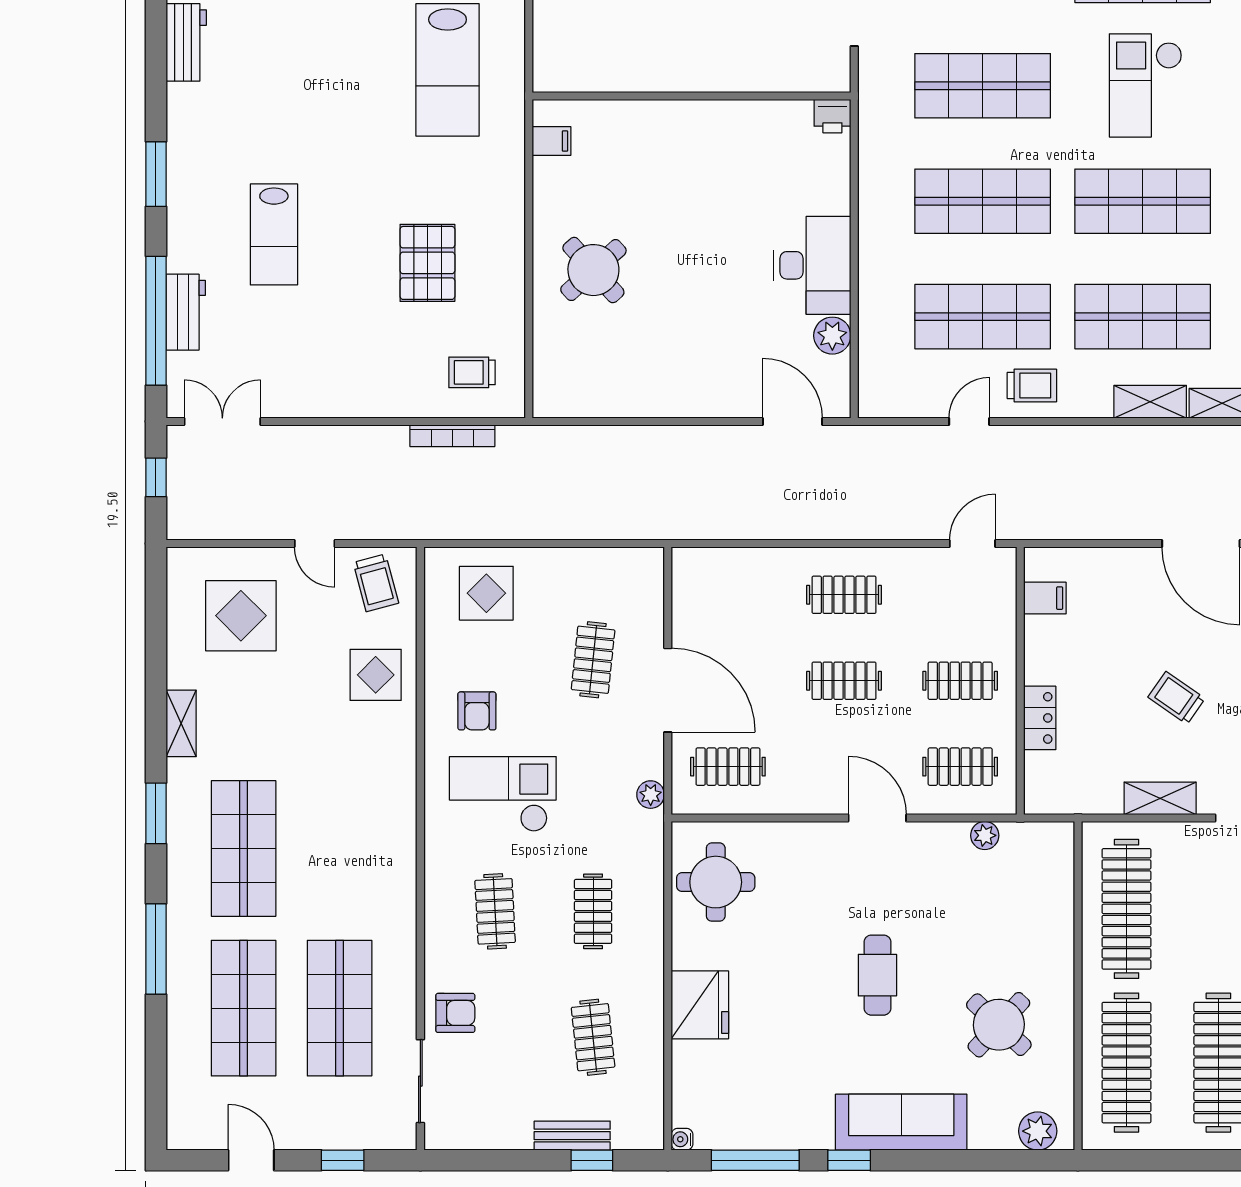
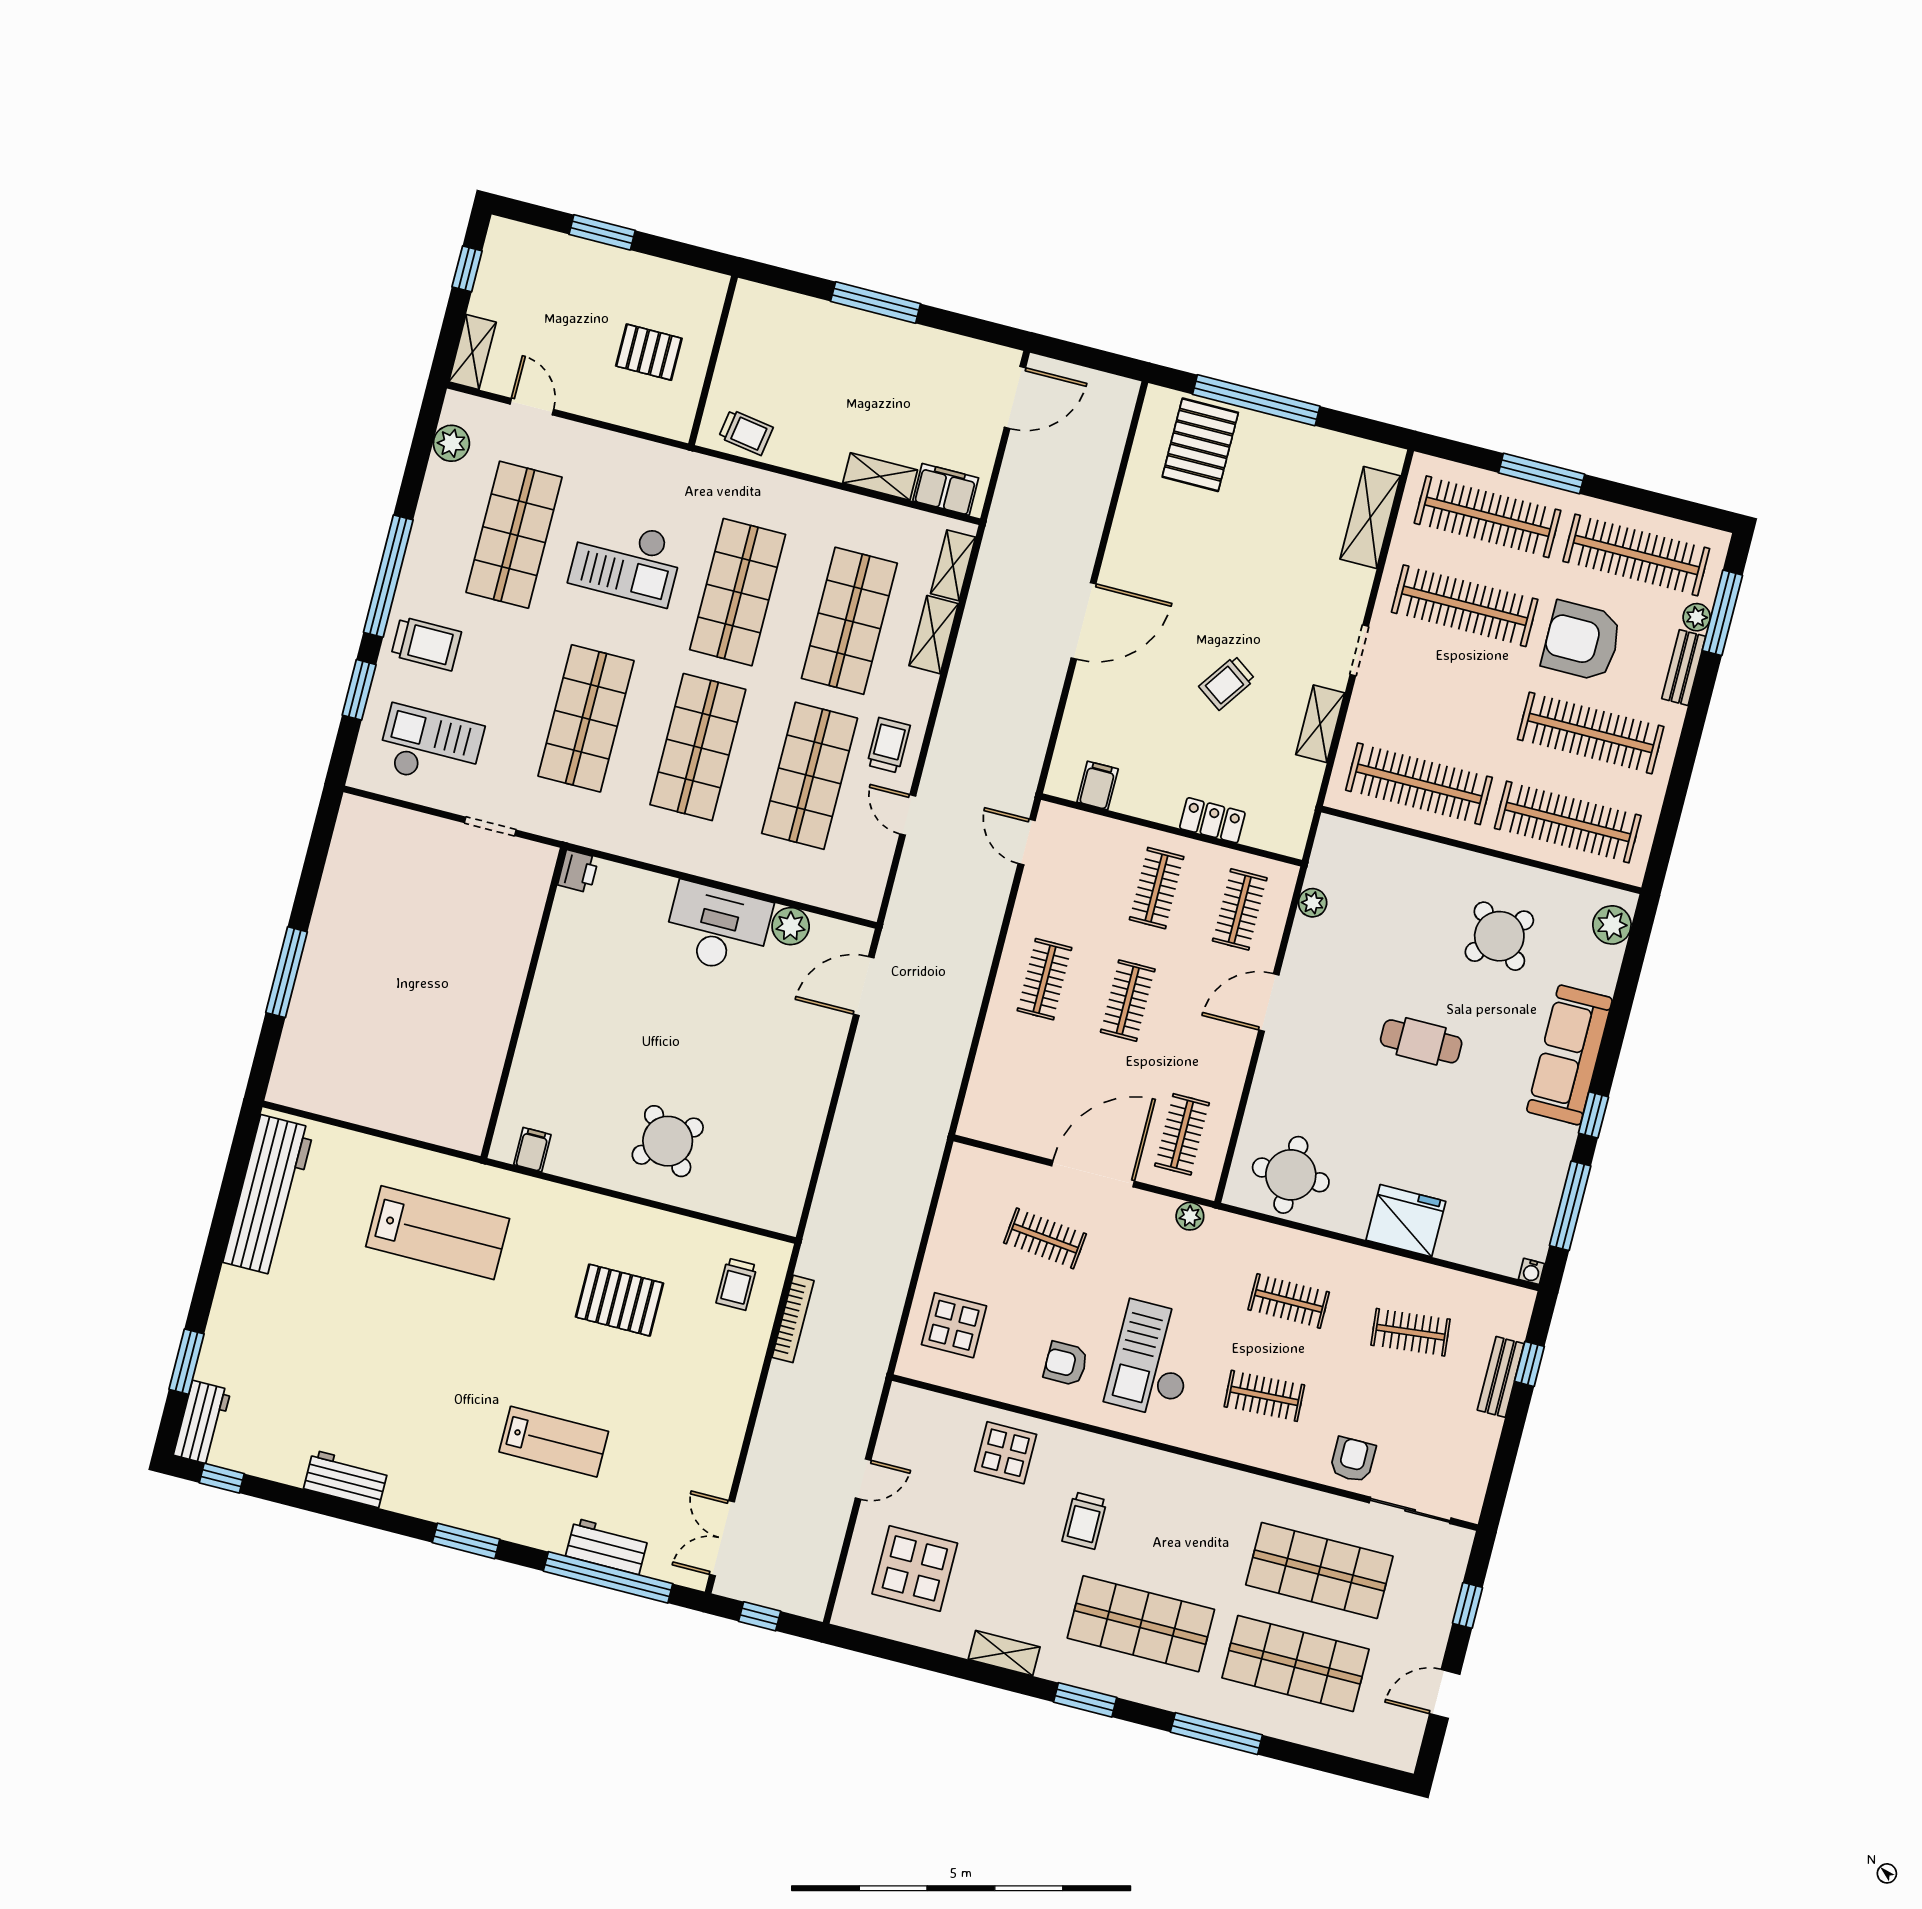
trolley: (376, 583) -> (1085, 1521), moved, turned 105
armchair: (477, 711) -> (1066, 1364), turned 180

